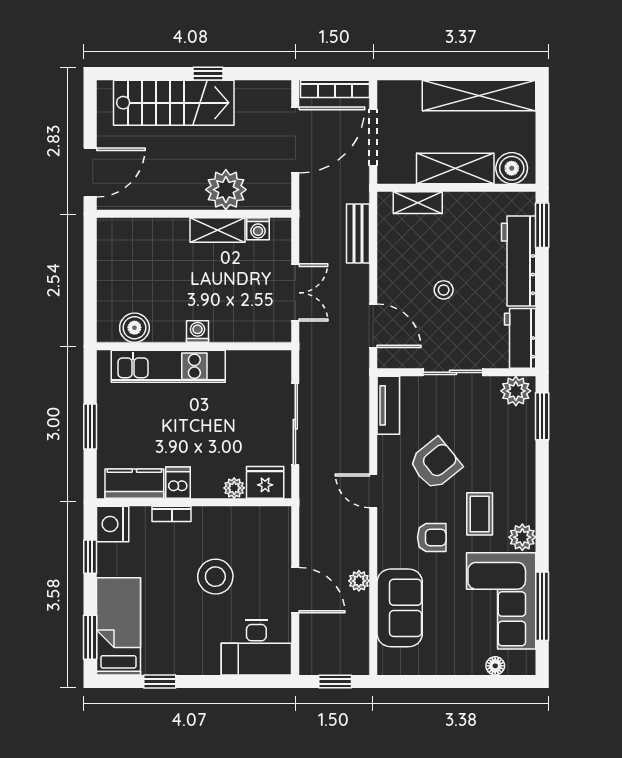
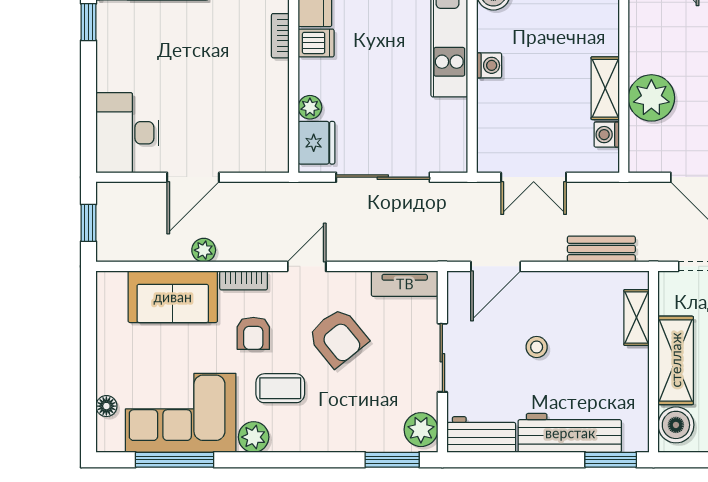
bookcase: (385, 546) -> (244, 280), added
stool: (215, 577) -> (209, 86), removed

